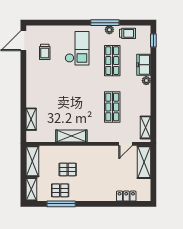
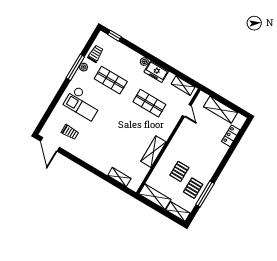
checkout: (77, 48) -> (83, 103), turned 180
freezer: (144, 65) -> (156, 72), moved
shelving: (144, 162) -> (221, 110), moved

